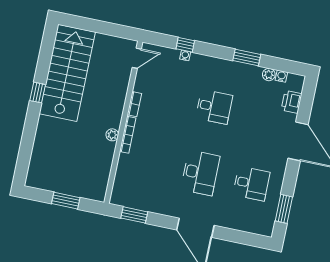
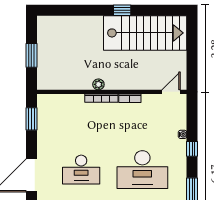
window: (185, 45) -> (192, 149), moved
door: (137, 58) -> (171, 92), swing flipped
desk: (214, 107) -> (142, 170), width x1.87, depth x1.30

